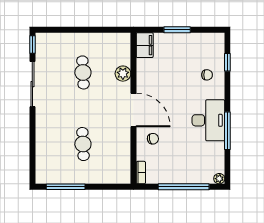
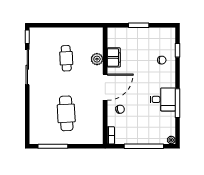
filing cabinet: (145, 45) -> (114, 57), moved
door: (133, 110) -> (105, 87), hinge flipped
desk: (208, 120) -> (163, 99), width x0.73
cafe table: (83, 144) -> (66, 113), width x1.37, depth x1.35

